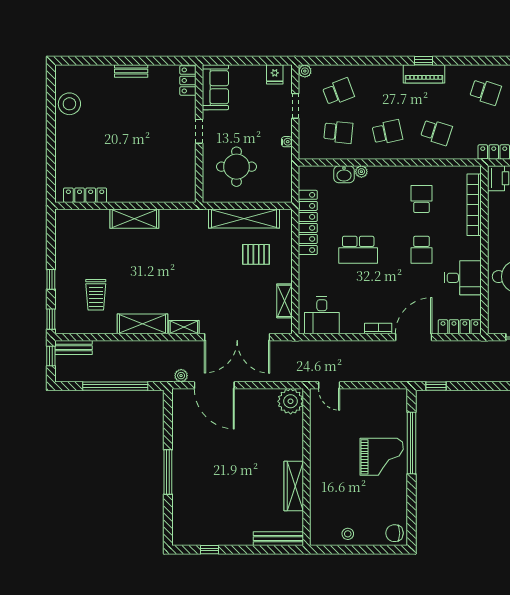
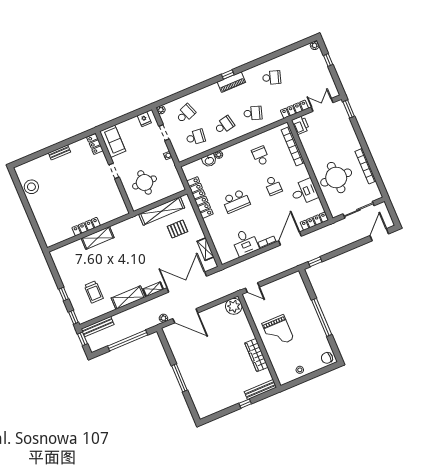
locker: (85, 195) -> (86, 227), moved
desk: (322, 315) -> (245, 242), moved
double door: (237, 337) -> (187, 282), swing flipped
bench: (73, 348) -> (98, 327), width x1.36
window: (411, 443) -> (322, 317), moved
grand piano: (382, 457) -> (278, 331), moved, turned 90
window: (209, 550) -> (245, 404), moved

